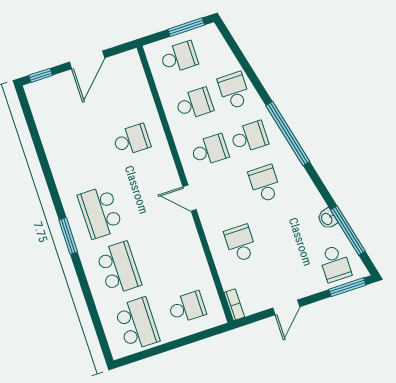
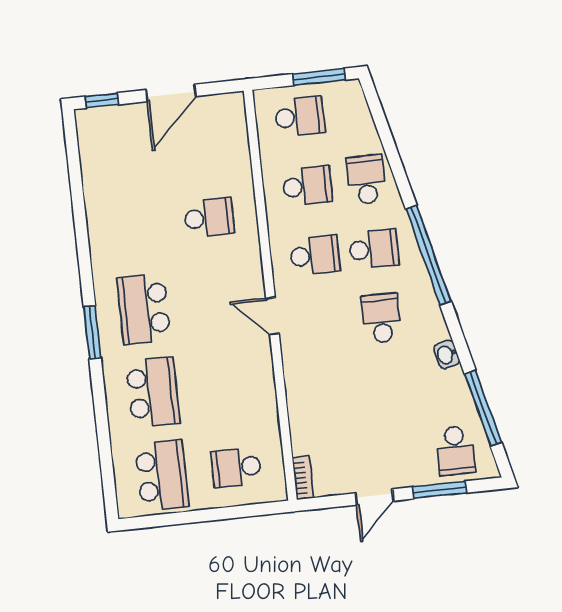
washbasin: (327, 219) -> (447, 354), moved
school desk: (240, 243) -> (330, 394), removed
window: (347, 287) -> (440, 490), moved
school desk: (187, 307) -> (236, 467), turned 180

